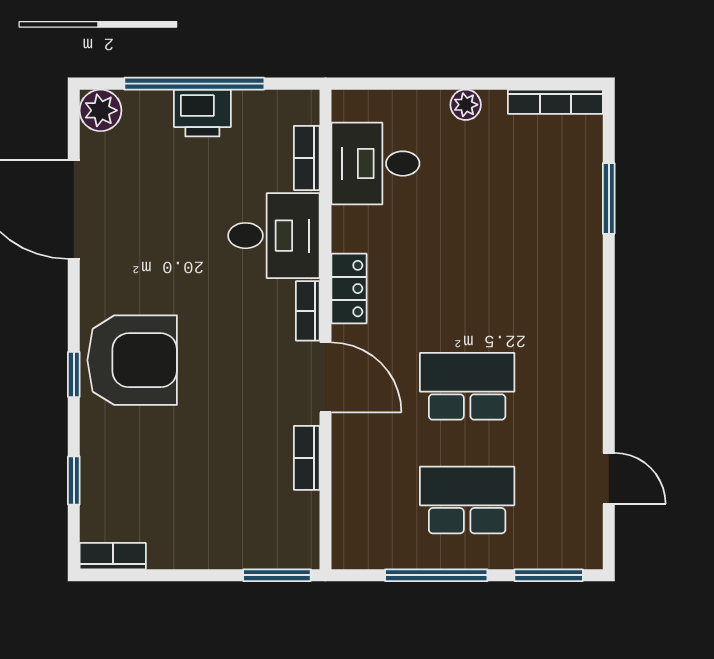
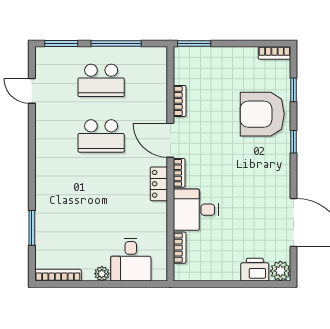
window: (194, 84) -> (235, 284), removed
printer: (202, 113) -> (255, 270), moved
desk: (375, 164) -> (131, 260), moved, turned 90
armchair: (132, 360) -> (262, 114), moved

